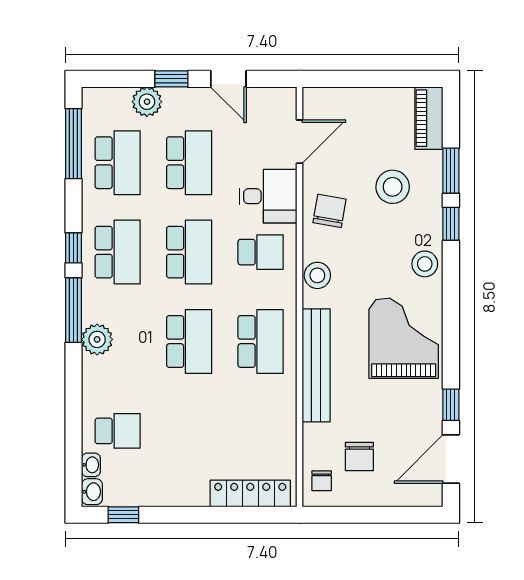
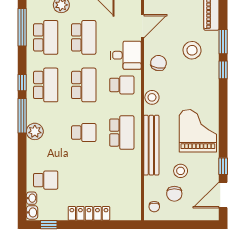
stool: (425, 264) -> (181, 171), moved
school desk: (189, 341) -> (84, 133), width x0.54
locker: (250, 494) -> (89, 213), moved

